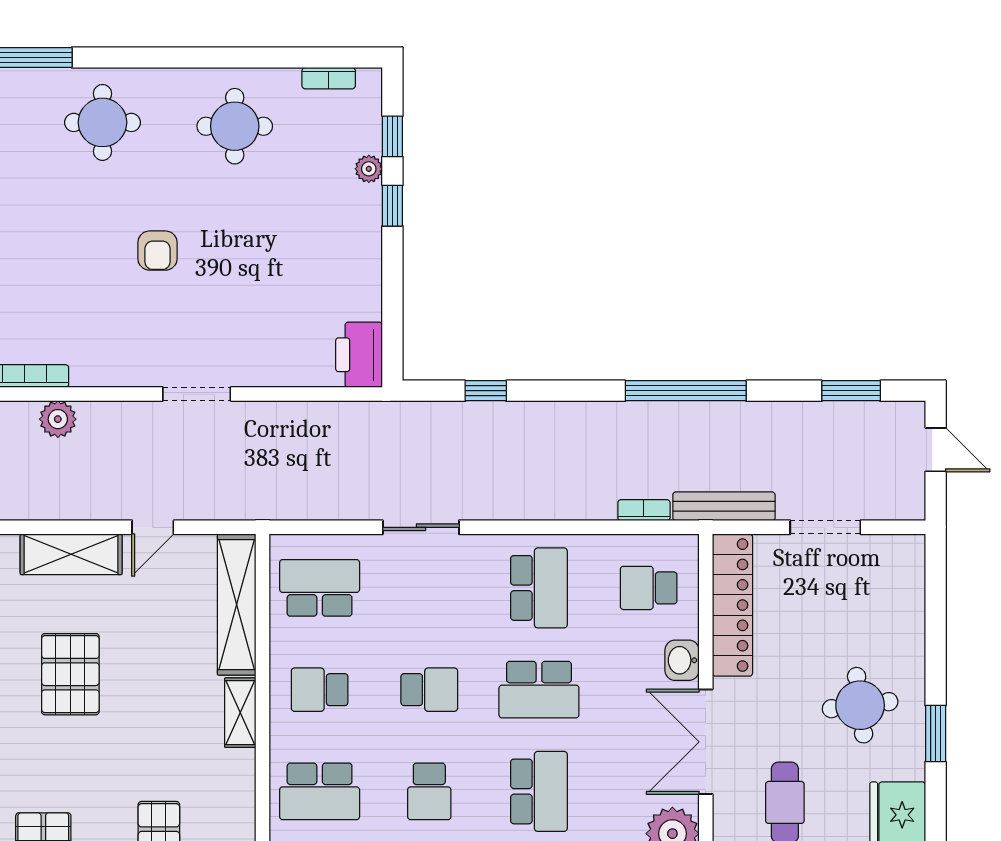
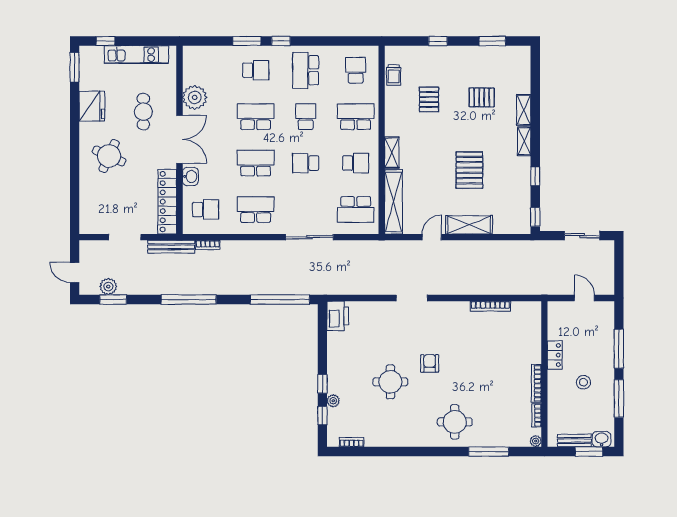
round table: (235, 126) -> (390, 382), moved
window: (486, 391) -> (280, 299), width x3.17
plant: (58, 419) -> (108, 287), moved
sliding door: (421, 527) -> (309, 237), width x1.37
school desk: (539, 588) -> (256, 210), turned 90
round table: (860, 705) -> (109, 156), turned 31
window: (936, 734) -> (75, 143), removed
school desk: (539, 791) -> (256, 117), turned 90

